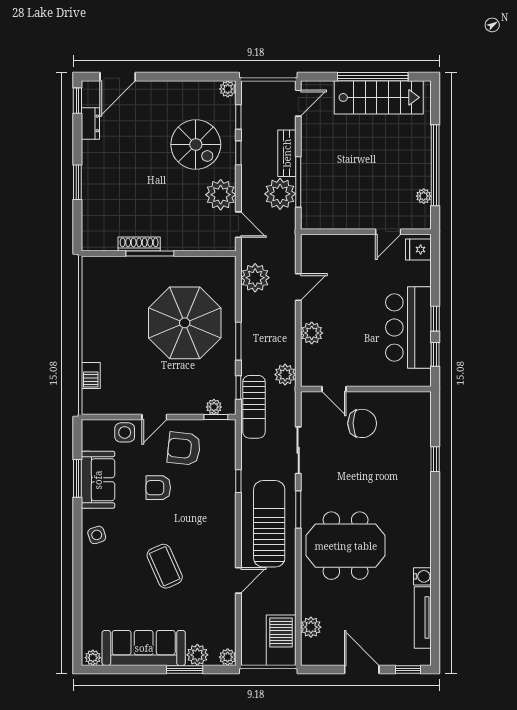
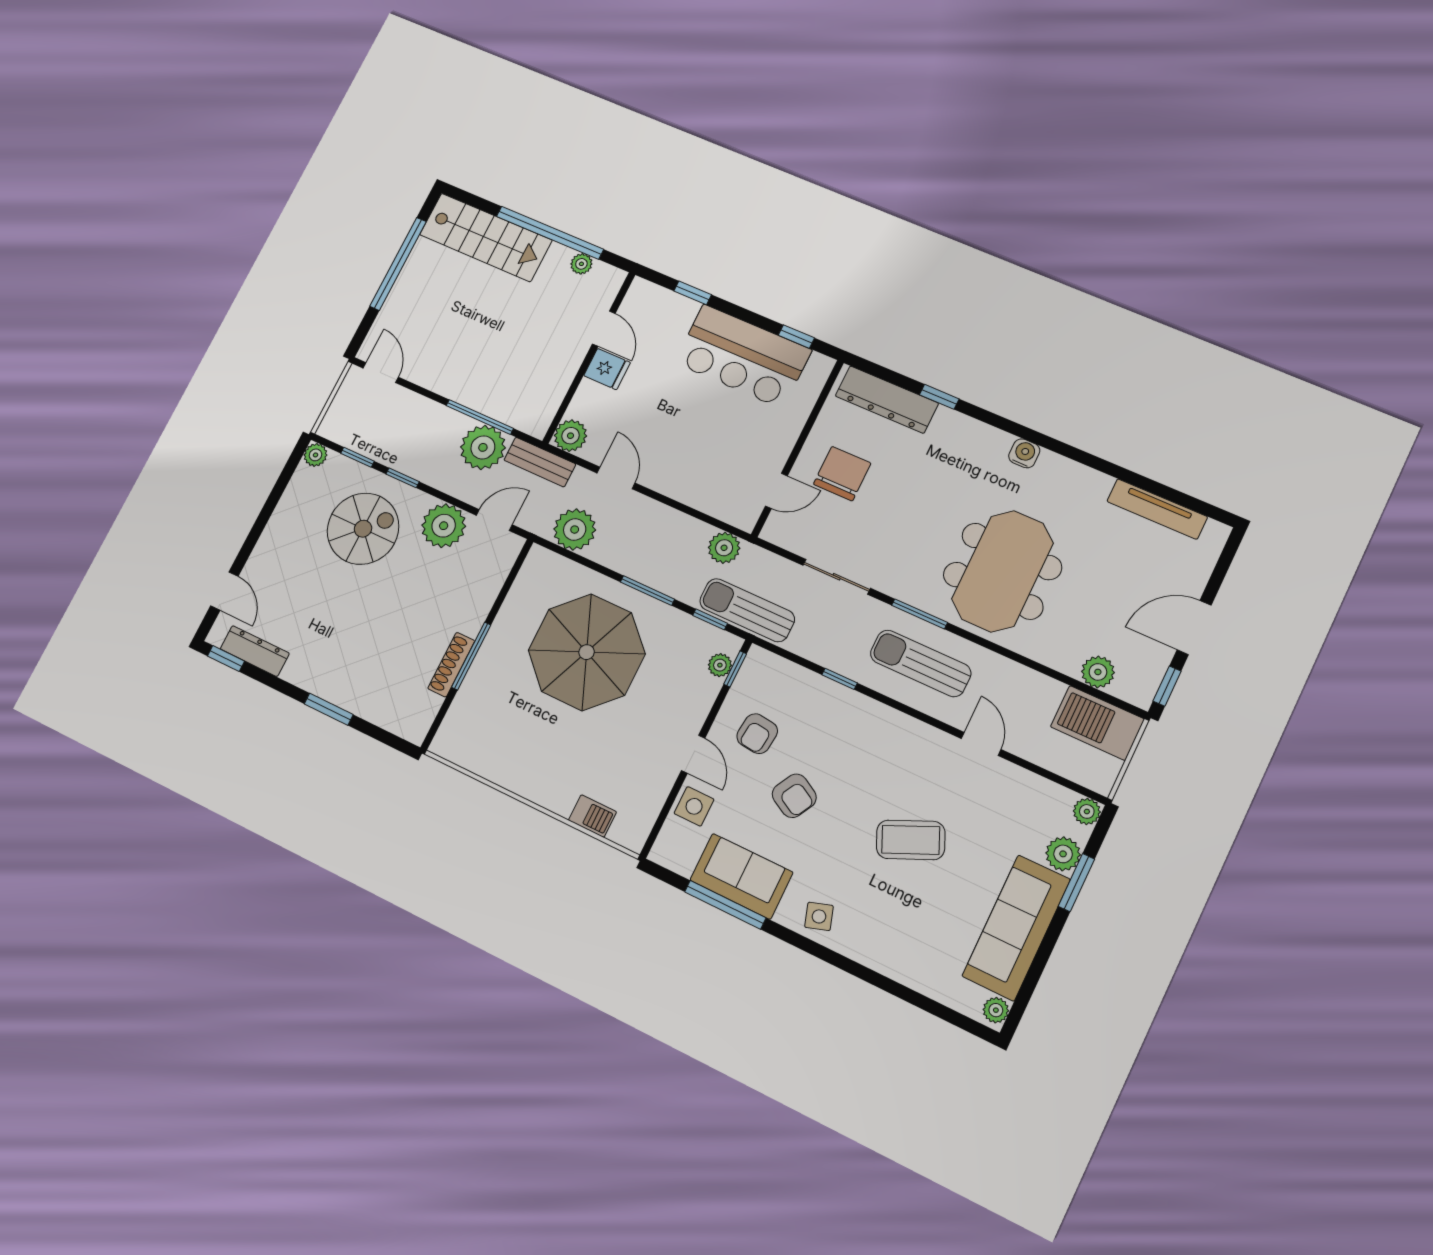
door: (118, 77) -> (224, 591), width x0.73
stairs: (379, 97) -> (486, 237), moved, turned 90
dresser: (90, 123) -> (255, 651), width x1.44
bench: (287, 153) -> (540, 462), moved
fridge: (418, 250) -> (607, 369), moved, turned -90
window: (435, 319) -> (693, 293), moved
plant: (312, 333) -> (571, 436), moved
sun lounger: (254, 407) -> (747, 610), turned 180
dresser: (420, 428) -> (887, 400), added
armchair: (184, 449) -> (757, 734), width x0.72, depth x0.72
window: (77, 478) -> (725, 905), width x1.44
armchair: (158, 488) -> (794, 796), turned -61
sun lounger: (269, 524) -> (921, 663), width x0.73, depth x0.75
water cooler: (422, 576) -> (1024, 453), moved
window: (408, 669) -> (1167, 686), moved

